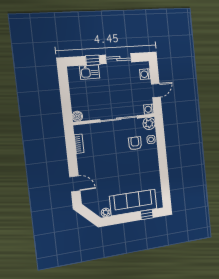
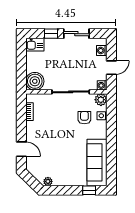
kitchen sink: (89, 72) -> (35, 45), moved
boiler: (77, 116) -> (35, 81), width x1.86, depth x1.86
sofa: (133, 202) -> (97, 162), moved, turned -90

